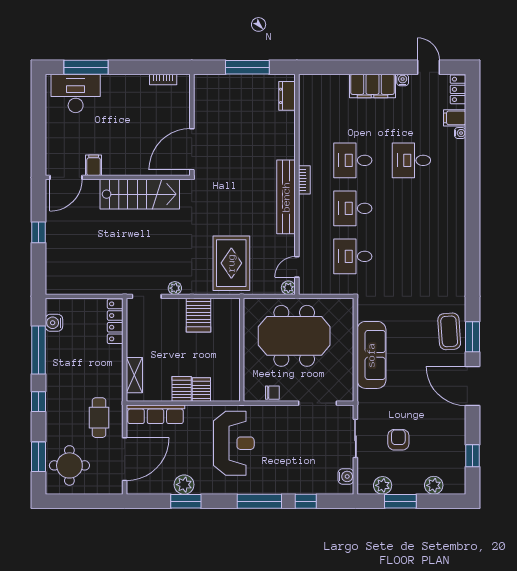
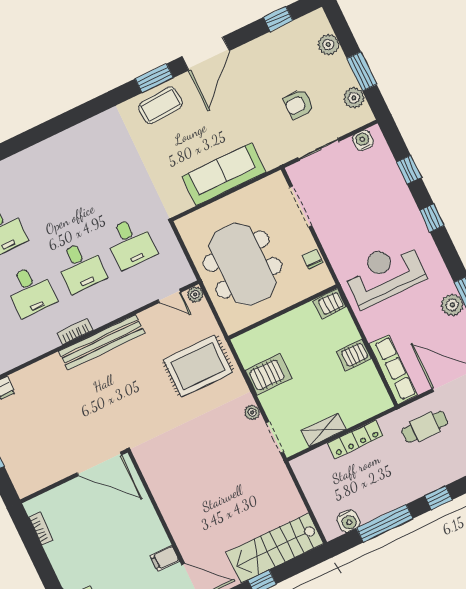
stairs: (140, 194) -> (275, 548), moved, turned -90
locker: (115, 321) -> (355, 439), moved
shelving: (134, 375) -> (324, 430), moved
server rack: (201, 389) -> (330, 304), moved
window: (259, 501) -> (432, 218), width x0.46

